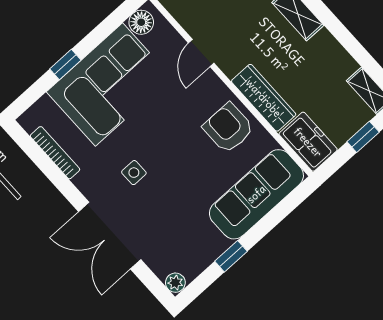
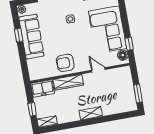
window: (65, 64) -> (129, 44), moved
armchair: (228, 128) -> (65, 63), turned 180
sofa: (256, 194) -> (31, 37), moved

